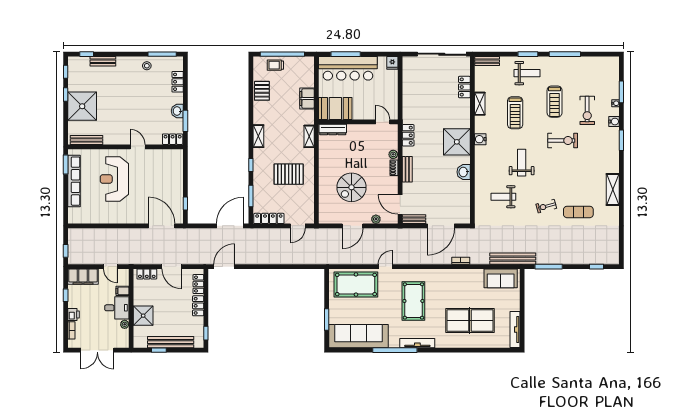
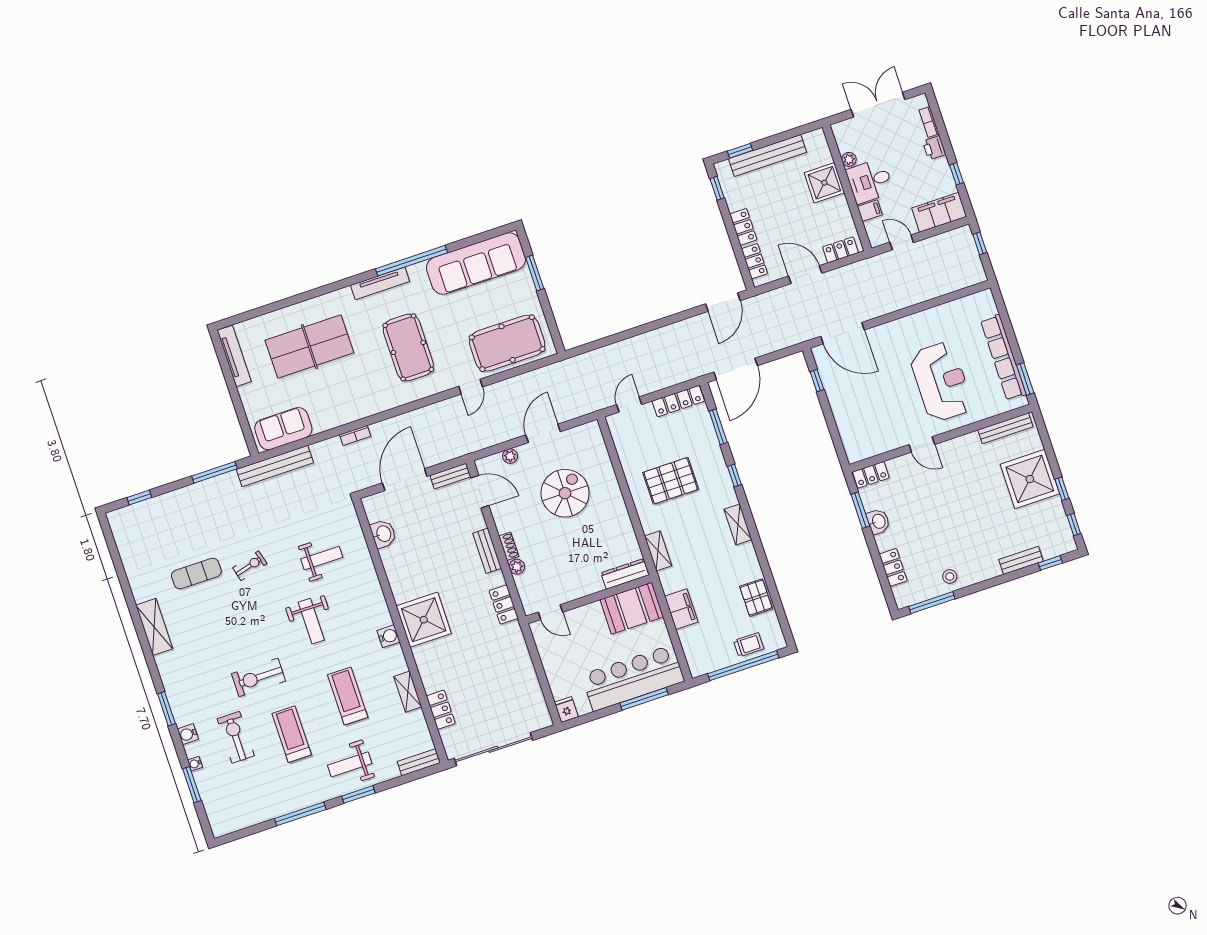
washbasin: (464, 172) -> (383, 534), moved
window: (159, 350) -> (740, 151), moved

